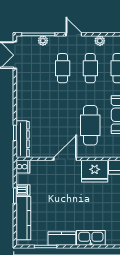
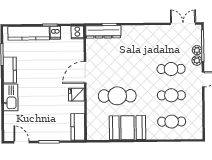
plant: (100, 41) -> (197, 61), moved
door: (65, 159) -> (85, 72), swing flipped
fridge: (95, 171) -> (76, 95), width x0.53, depth x0.75

